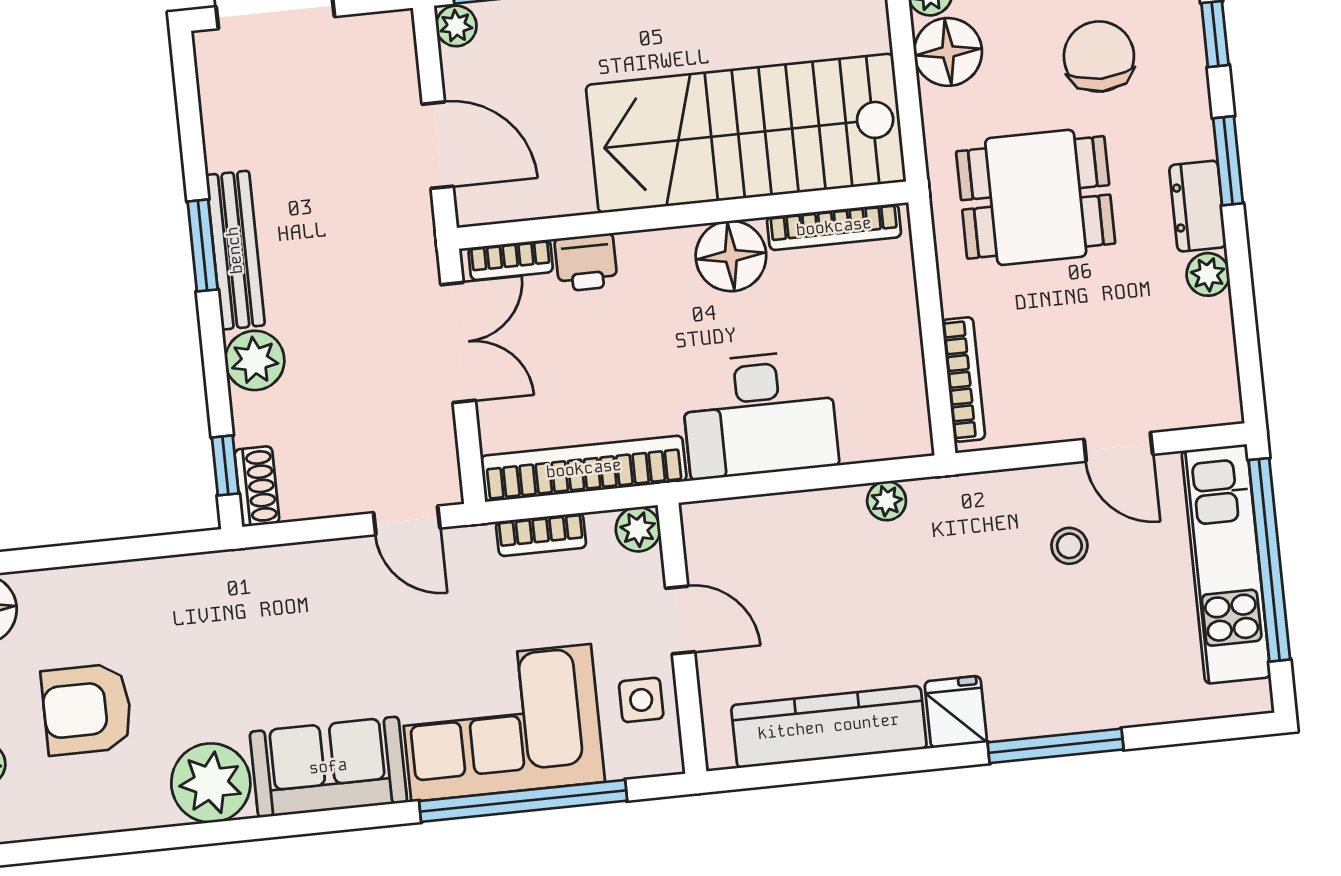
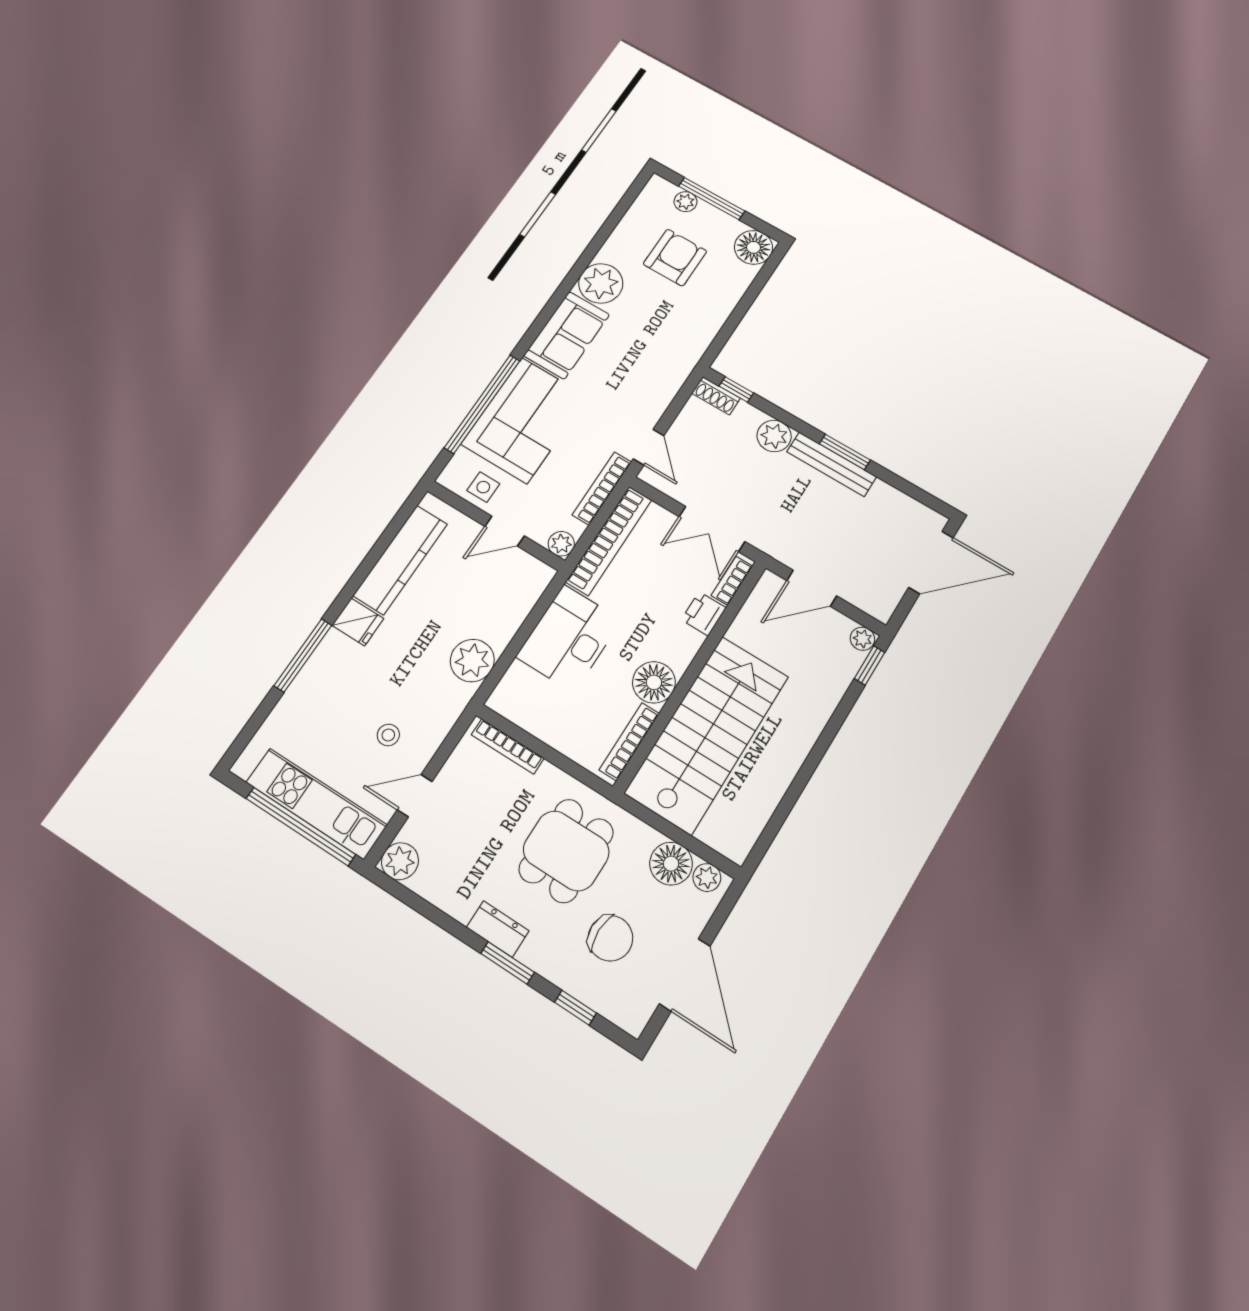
plant: (1208, 274) -> (400, 861), moved, width x1.38, depth x1.38
plant: (887, 501) -> (472, 661), width x1.87, depth x1.87
door: (407, 520) -> (649, 447), swing flipped
bookcase: (541, 535) -> (602, 488), width x1.56

